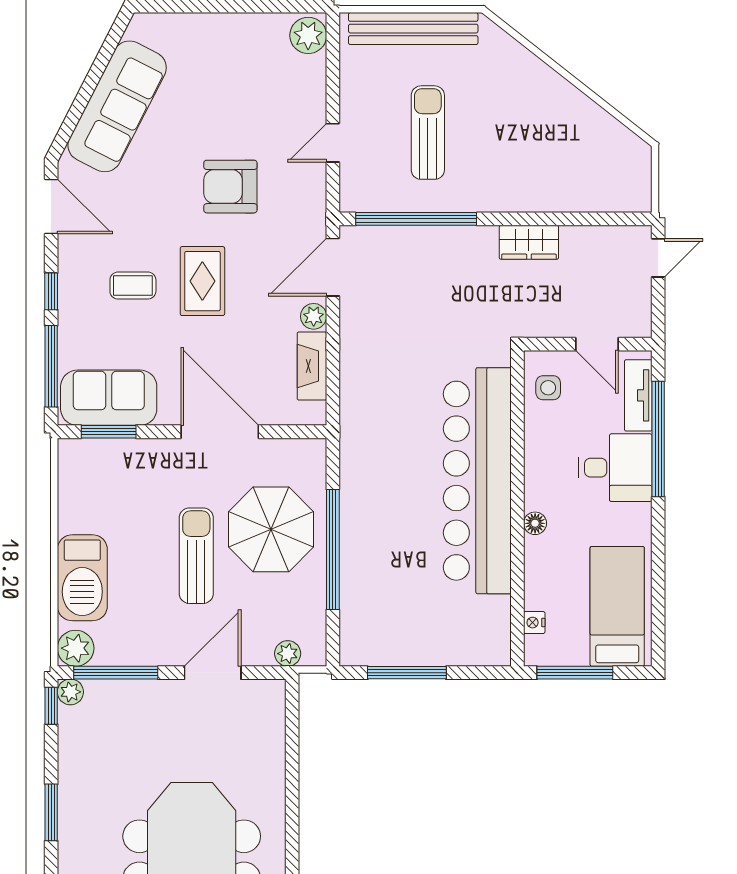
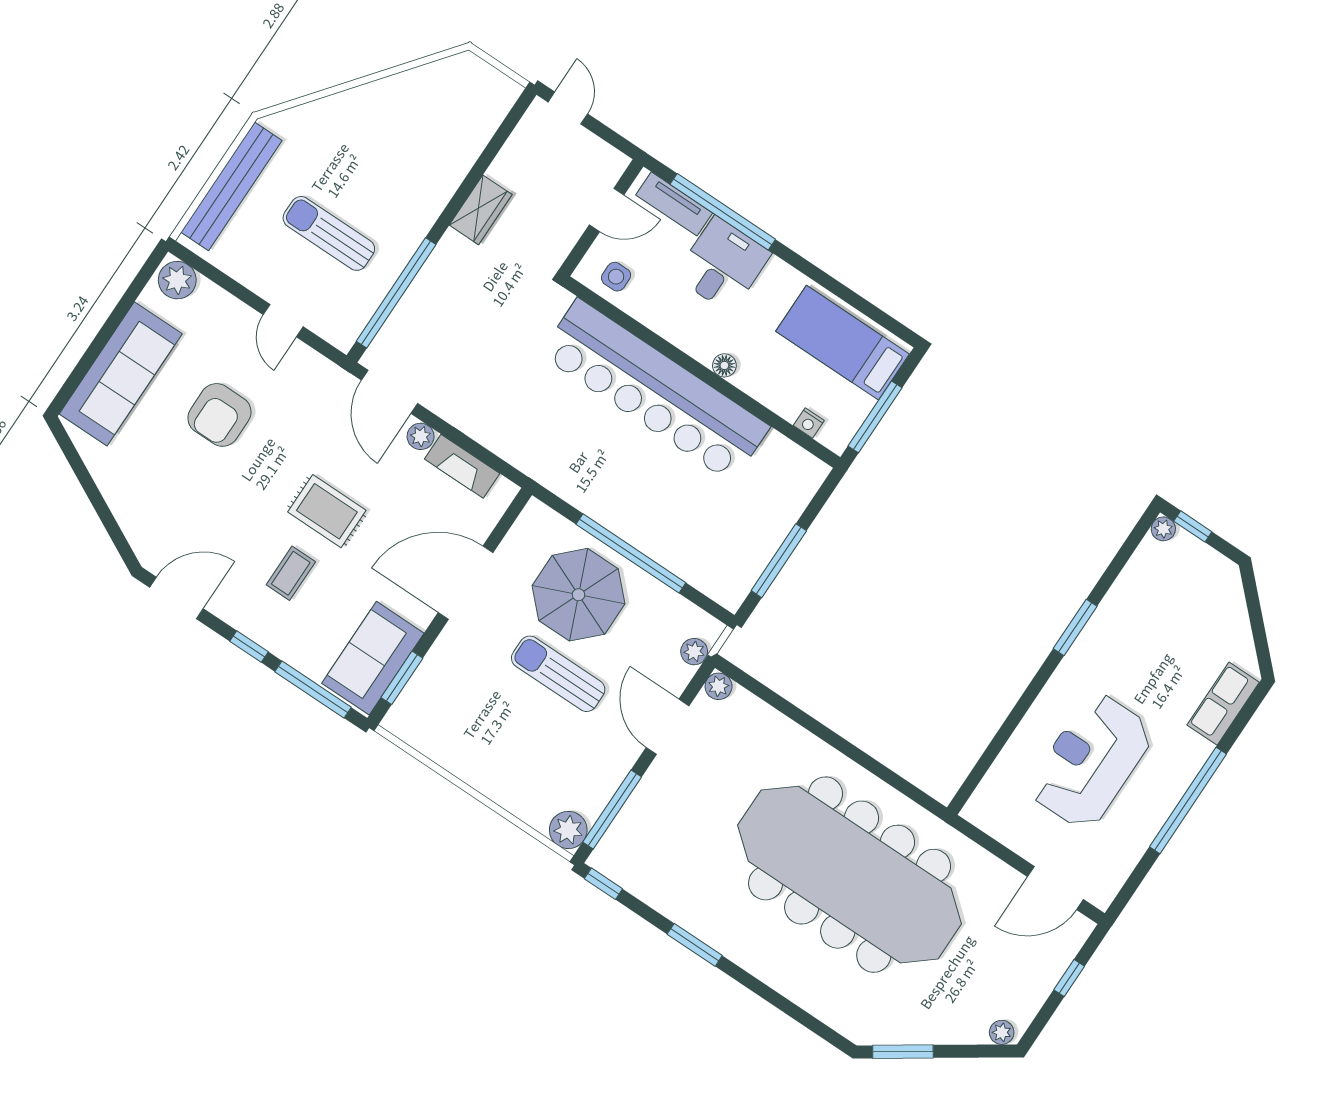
sofa: (117, 106) -> (121, 374), moved, turned 63
armchair: (230, 187) -> (219, 415), moved
barbecue: (82, 578) -> (512, 784), removed
plant: (70, 692) -> (719, 686), moved

